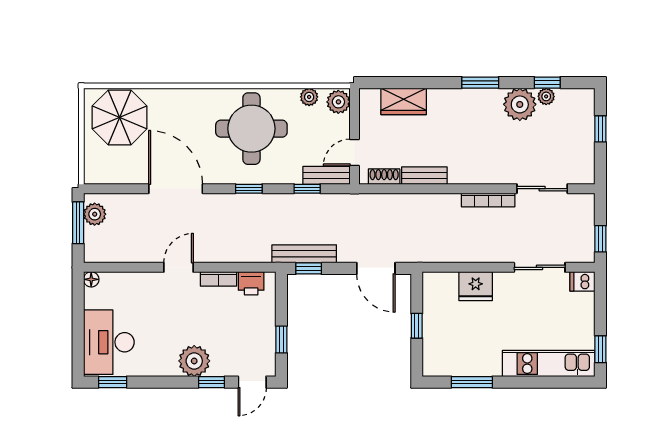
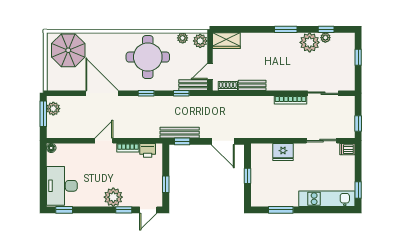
wardrobe: (404, 101) -> (226, 41), moved

